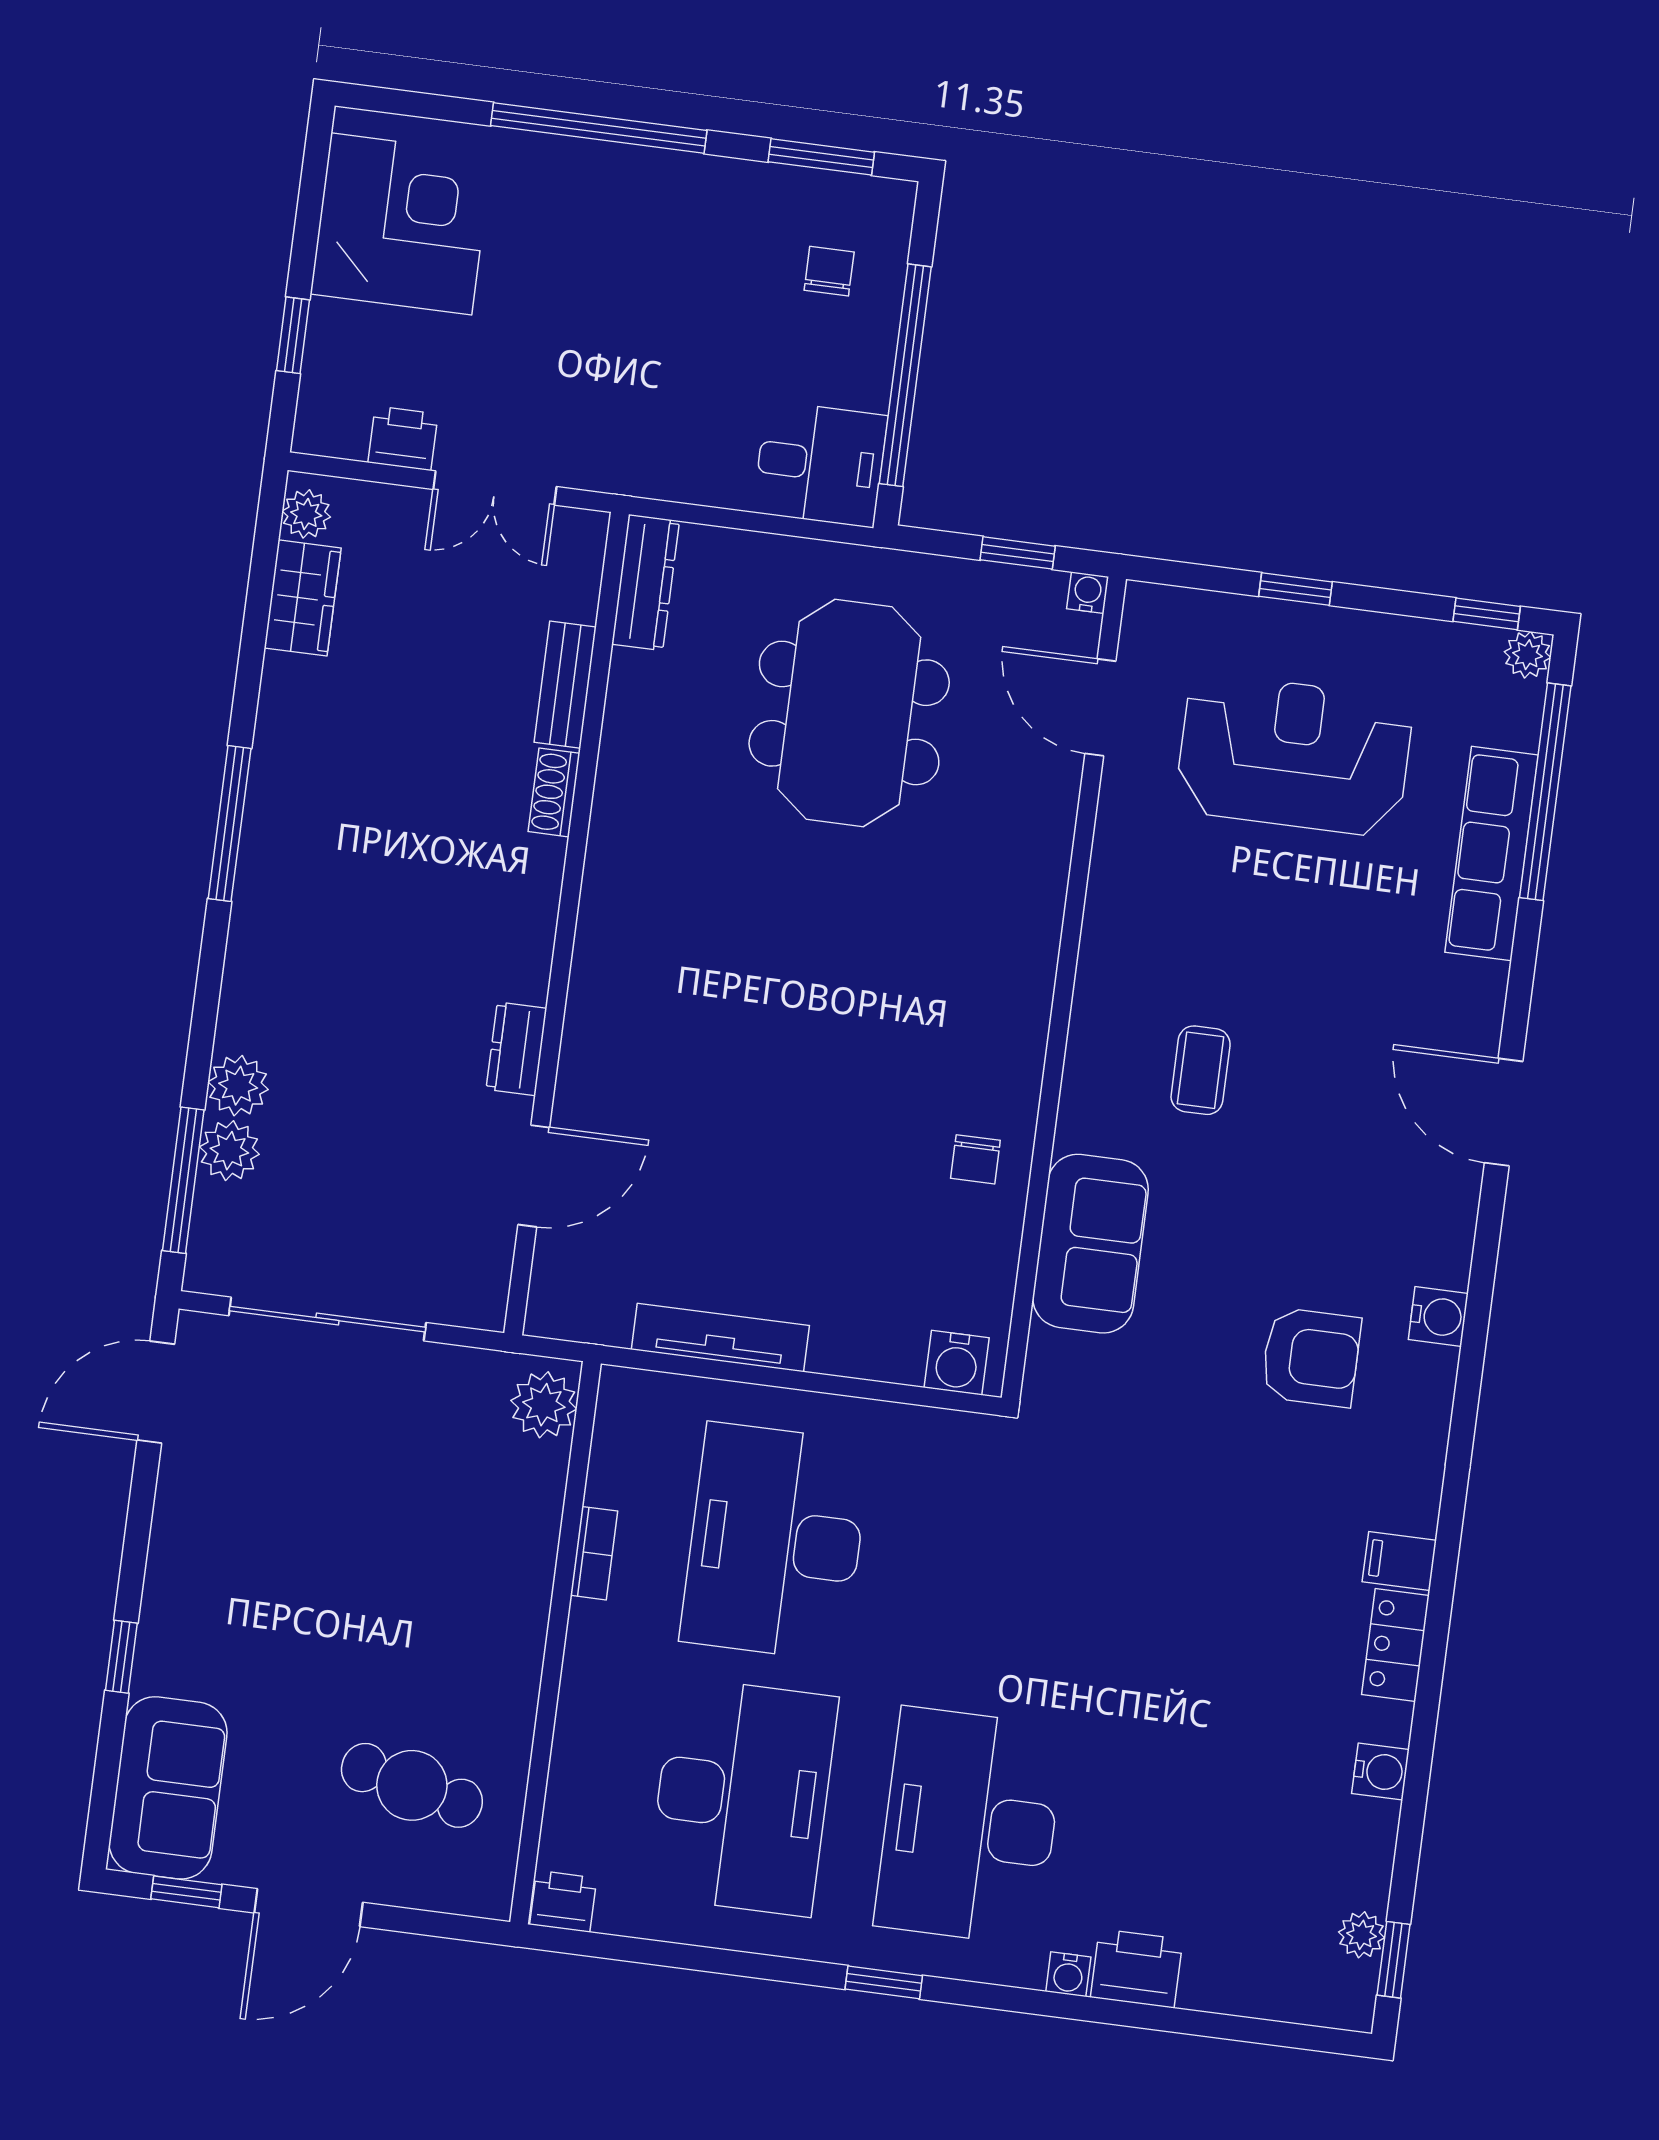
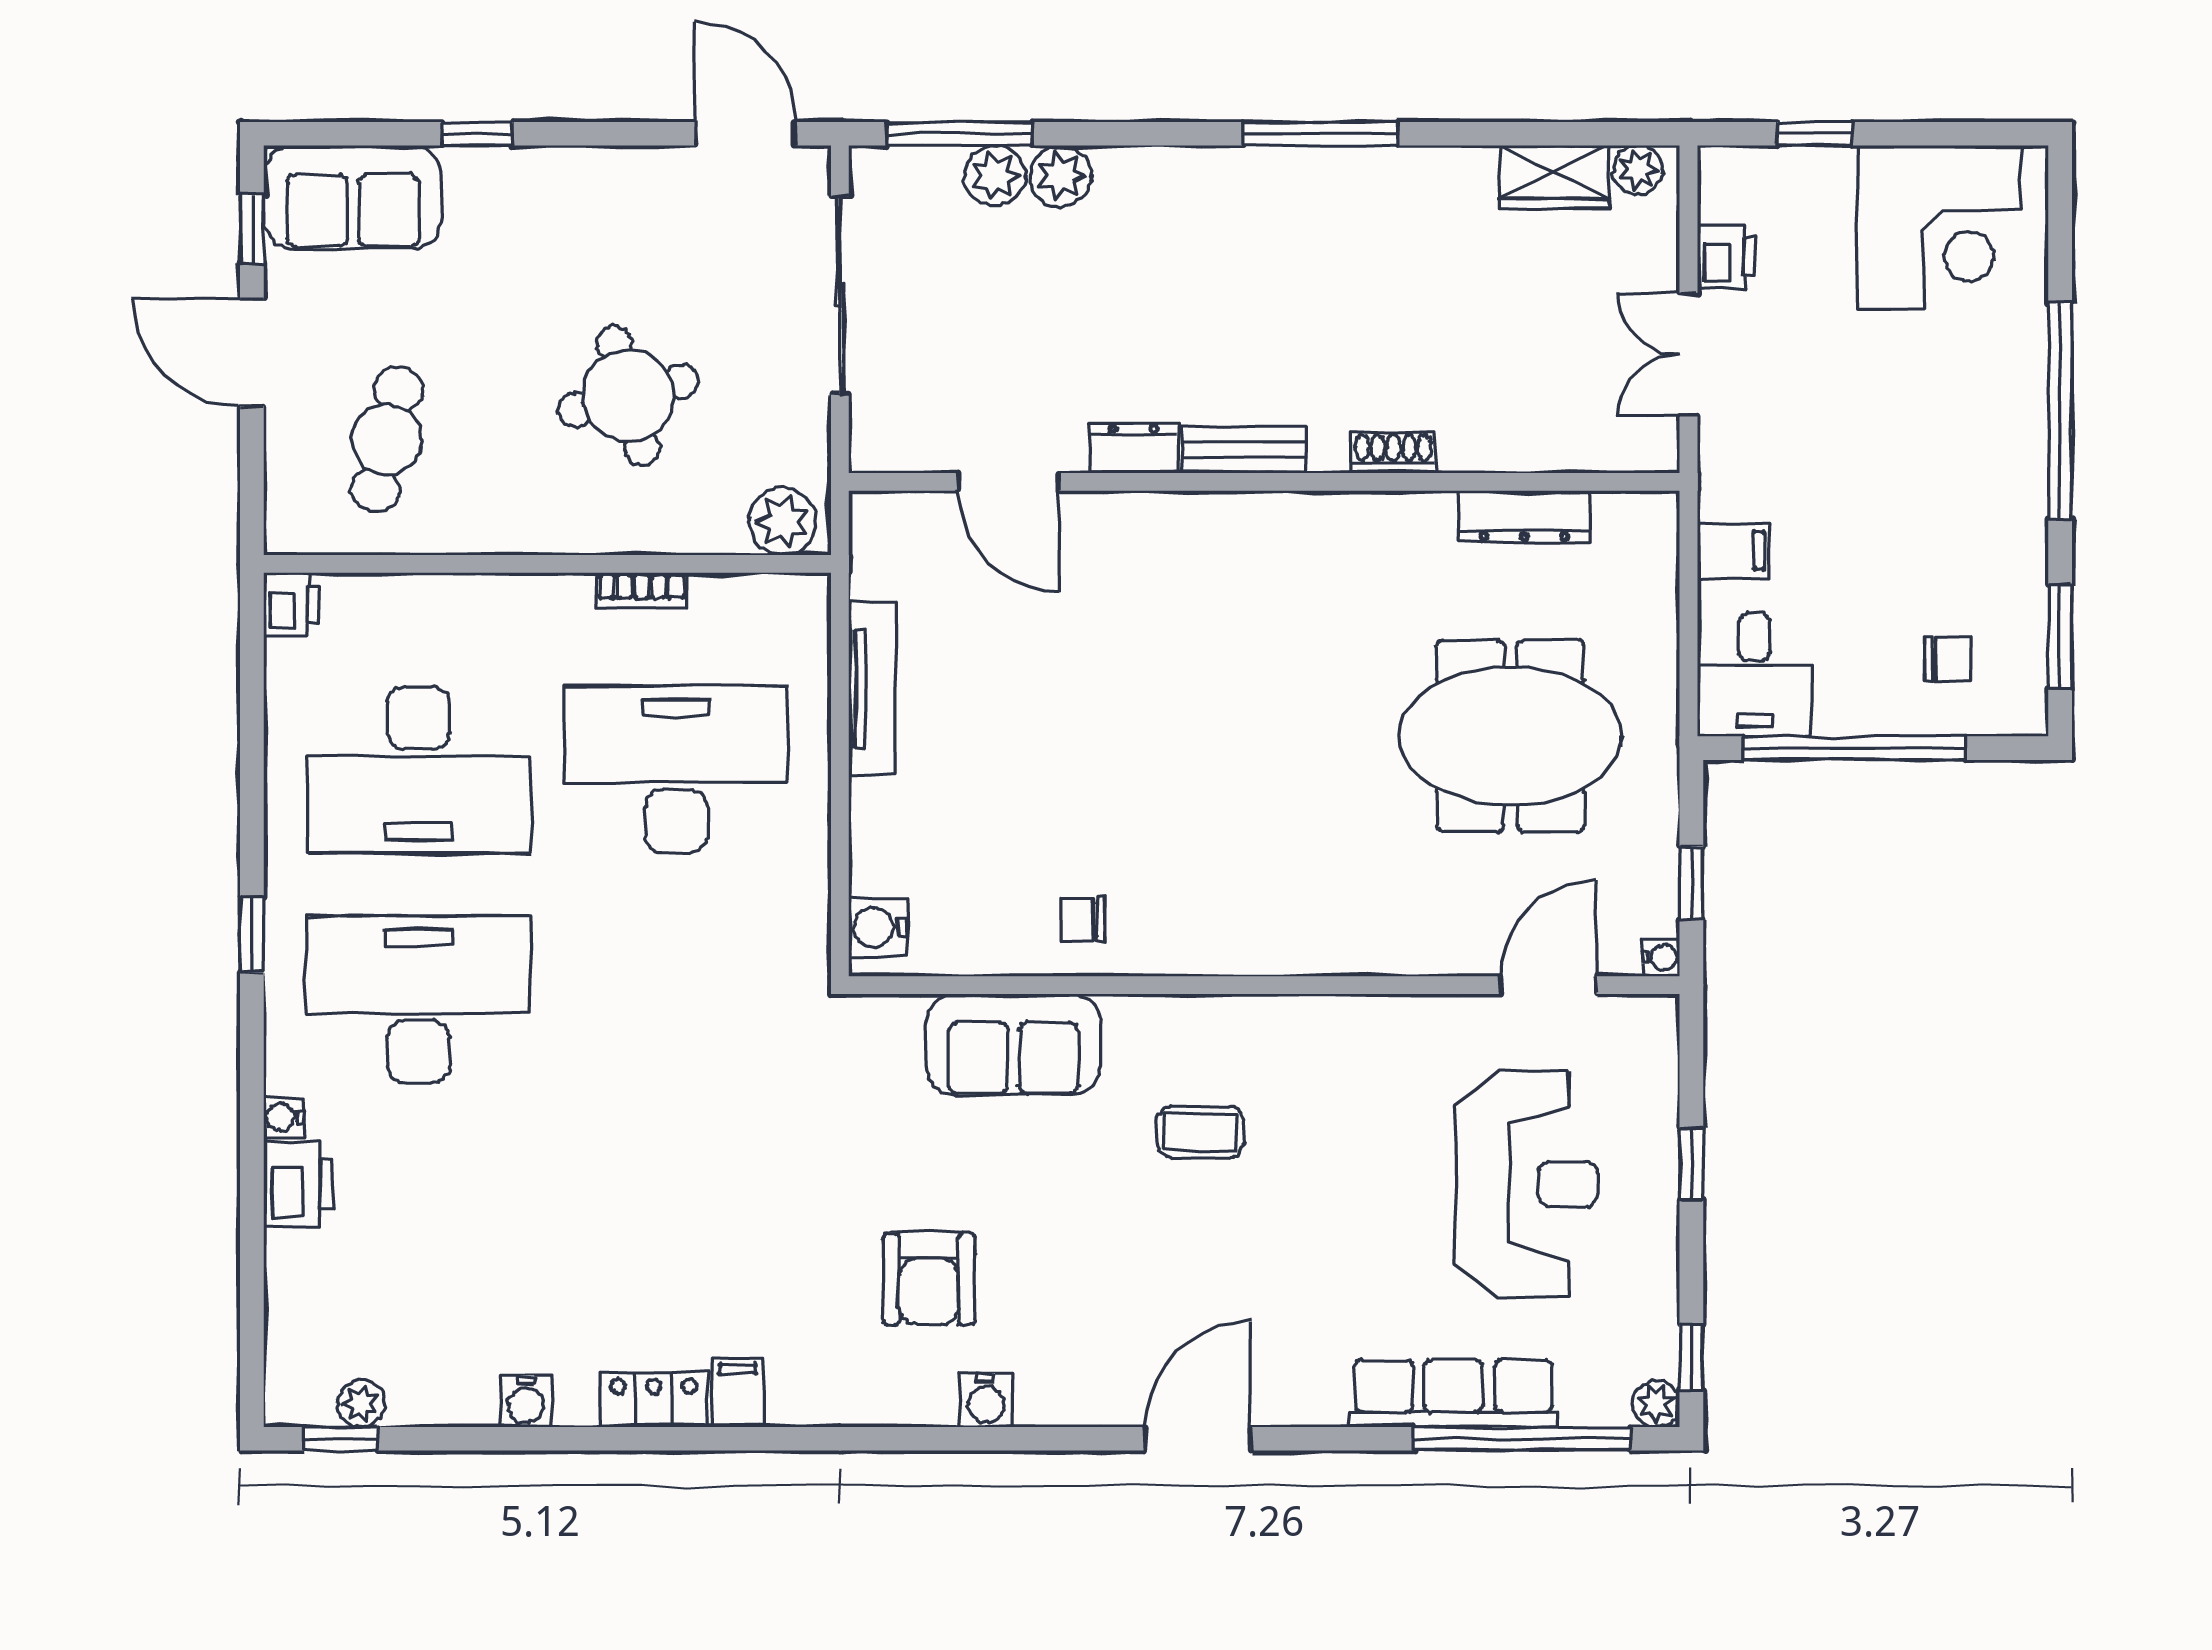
filing cabinet: (695, 469) -> (1734, 551), added
dresser: (646, 583) -> (1524, 516), moved
bench: (565, 685) -> (1244, 450), moved
round table: (400, 1541) -> (628, 396), added

